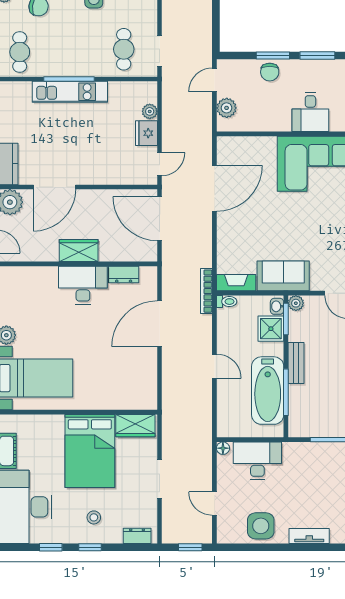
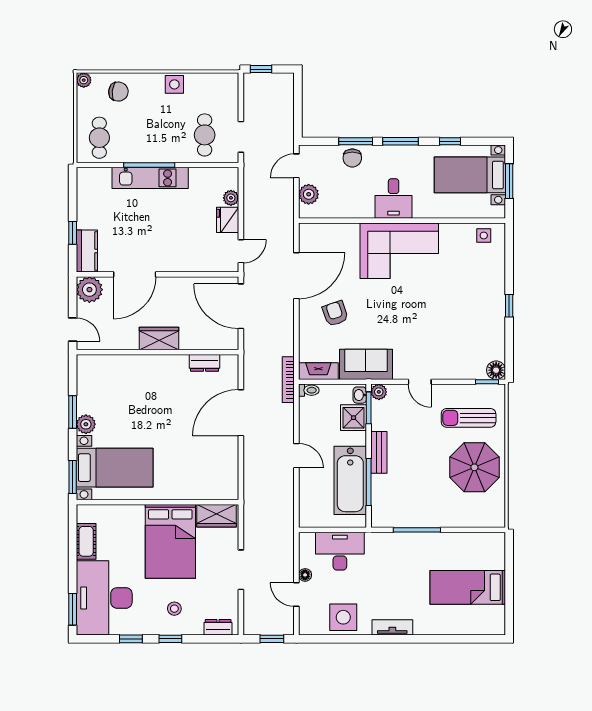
armchair: (253, 226) -> (335, 313), added
desk: (83, 285) -> (163, 374), removed
floor lamp: (223, 448) -> (305, 575), moved

